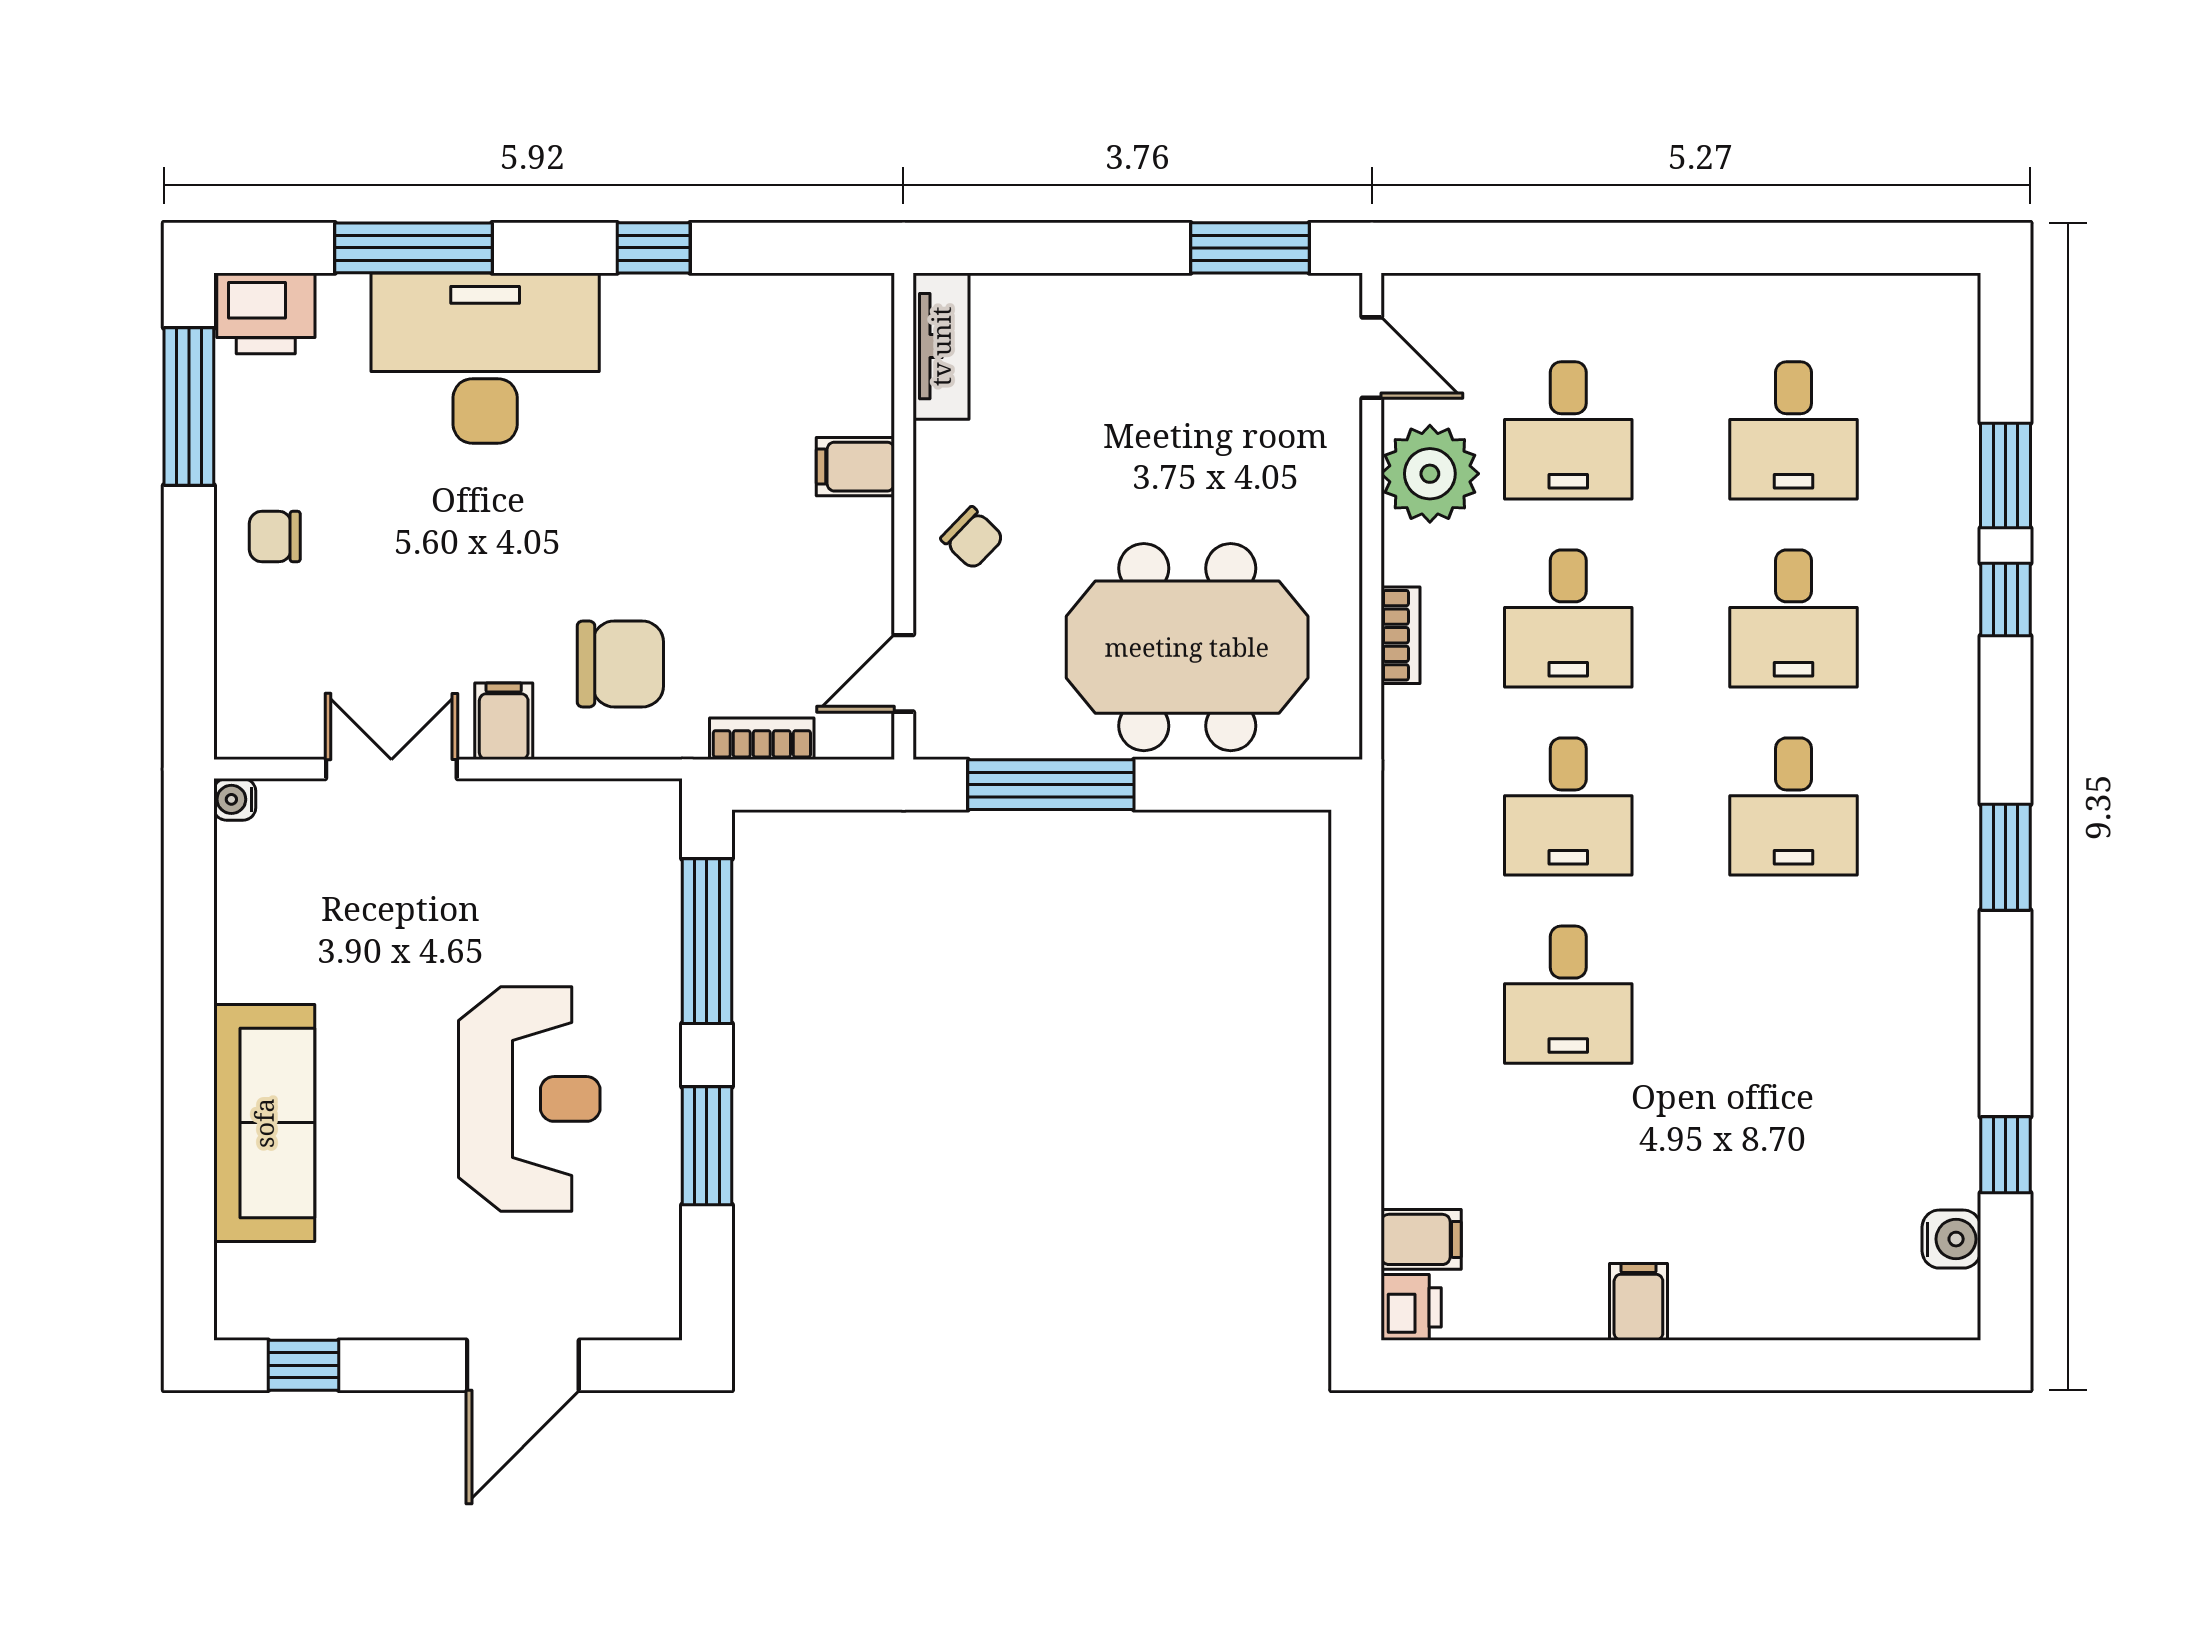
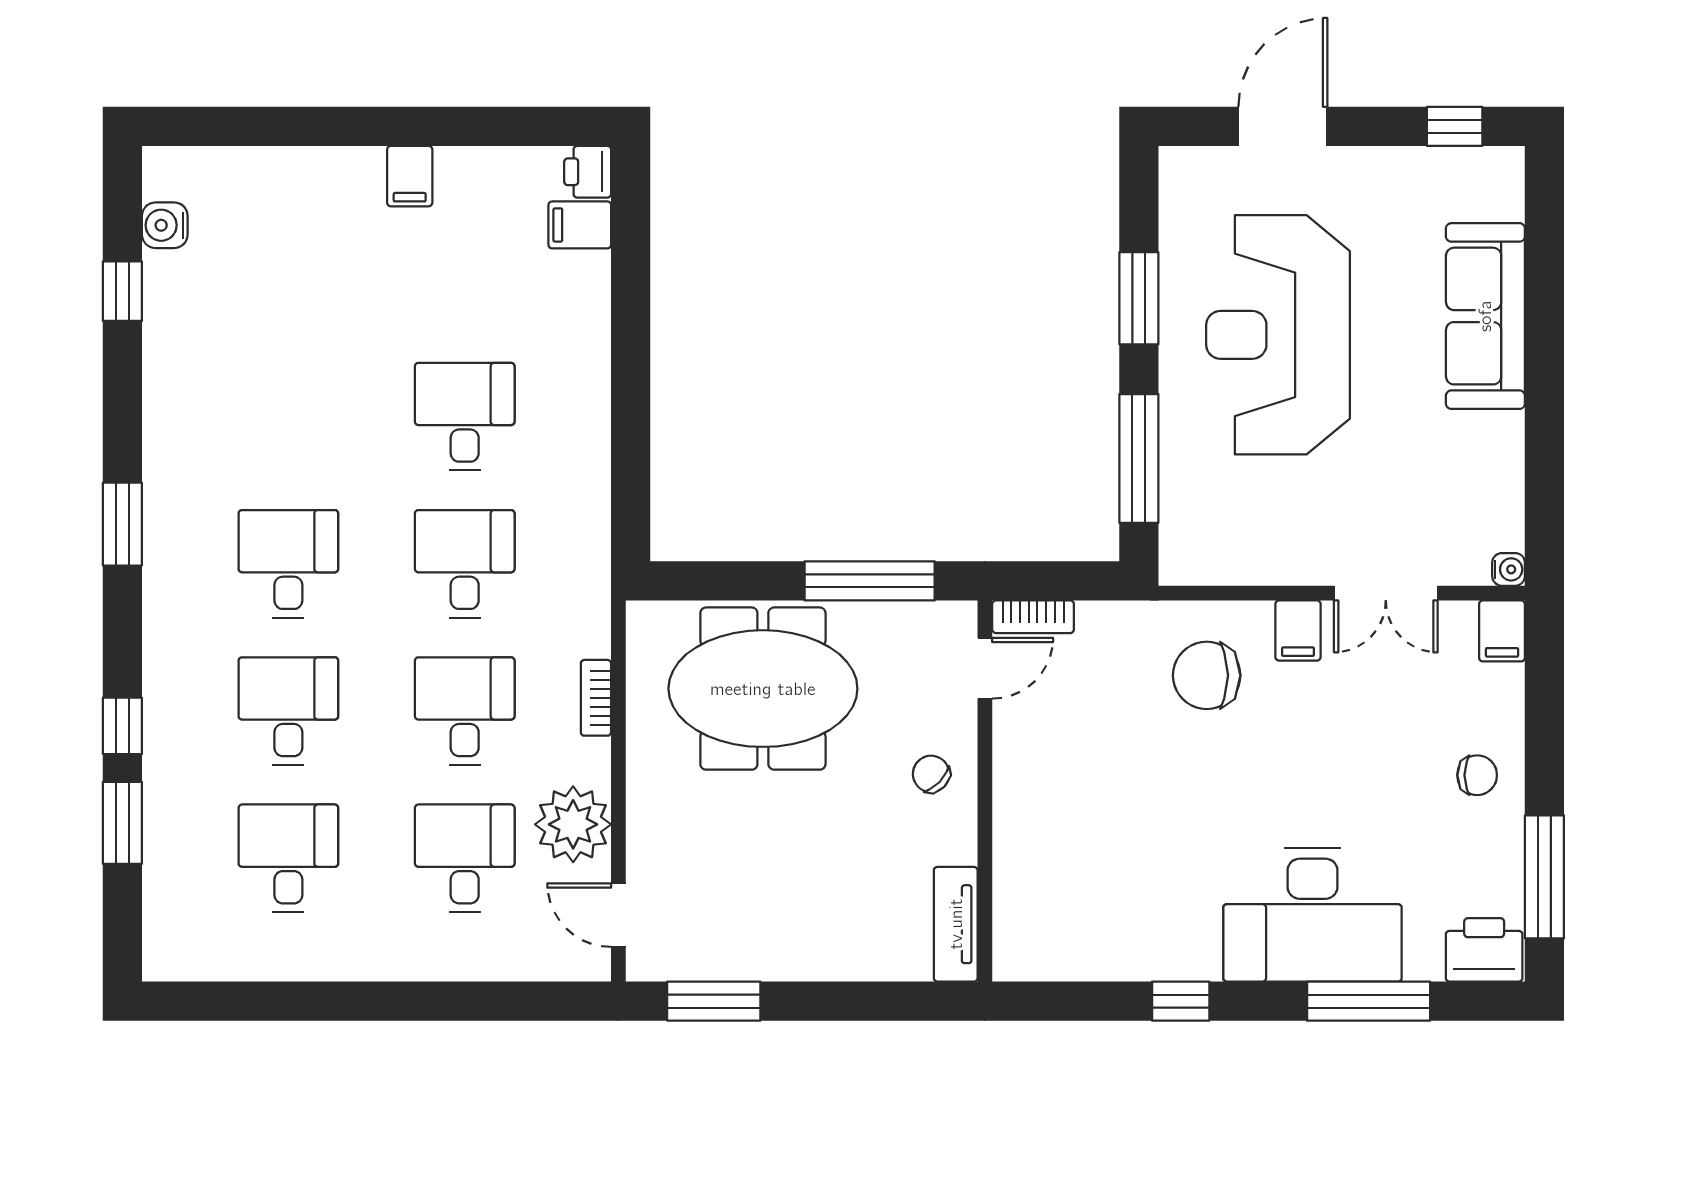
filing cabinet: (855, 467) -> (1502, 631), moved, turned 90
bookcase: (762, 739) -> (1033, 617), moved
reception desk: (529, 1099) -> (1278, 335), width x1.36, depth x1.30

